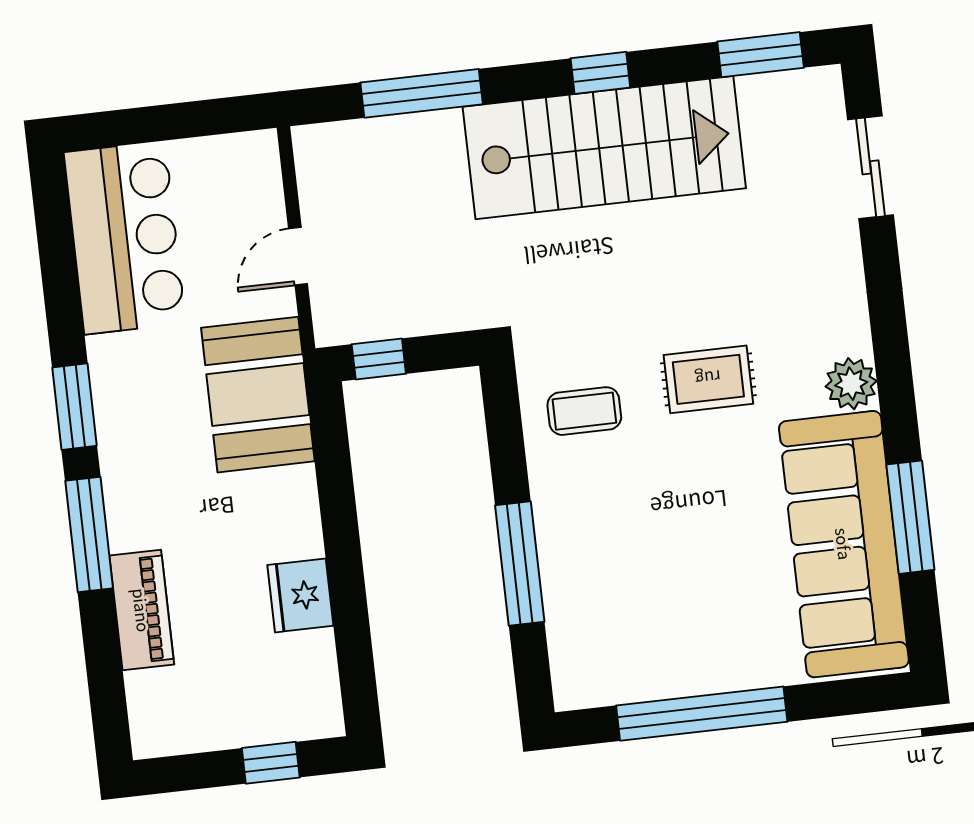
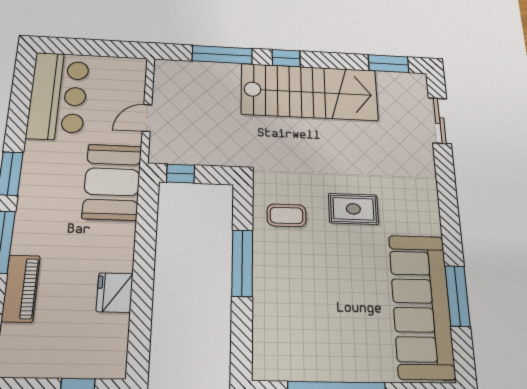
window: (600, 73) -> (286, 58), moved
plant: (851, 384) -> (428, 222), removed
window: (520, 564) -> (242, 263), moved

